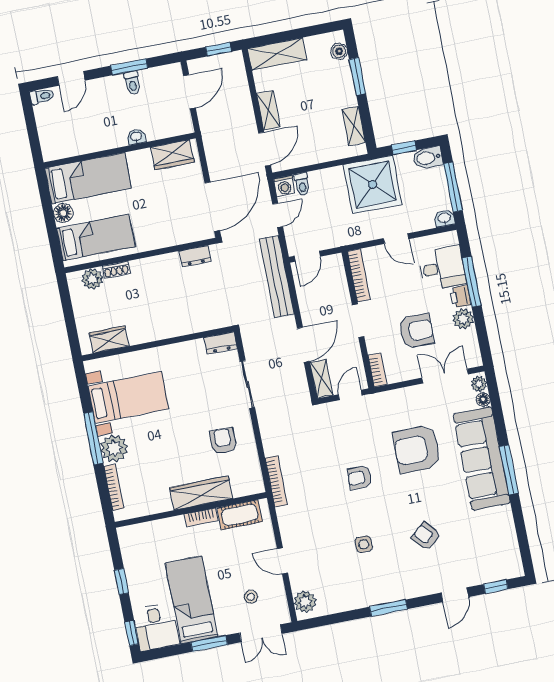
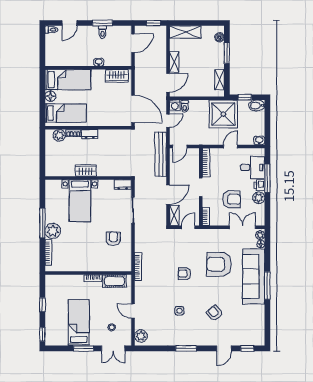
window: (453, 187) -> (267, 124), removed
door: (212, 207) -> (133, 109), hinge flipped
door: (396, 239) -> (230, 146), swing flipped
dresser: (195, 256) -> (90, 134), moved
wardrobe: (109, 339) -> (86, 171), moved
bed with nightstands: (128, 397) -> (80, 201), moved, turned 90
wardrobe: (201, 493) -> (96, 265), removed
desk: (156, 627) -> (56, 334), removed

